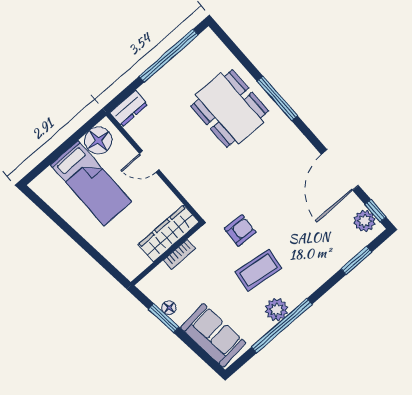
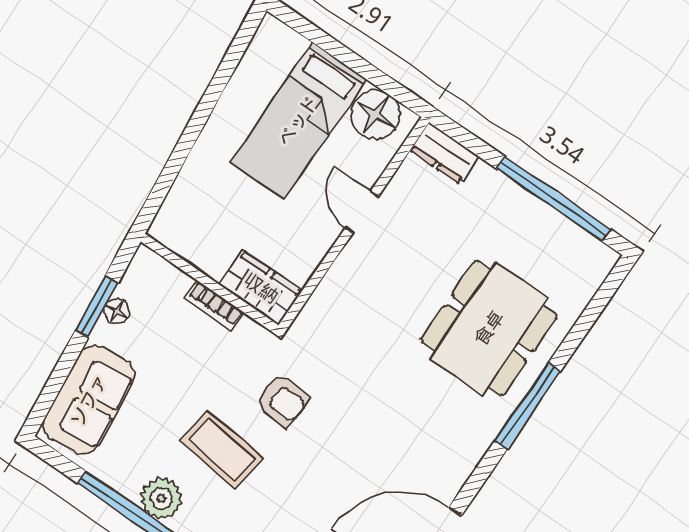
wardrobe: (169, 233) -> (261, 288), width x0.67

